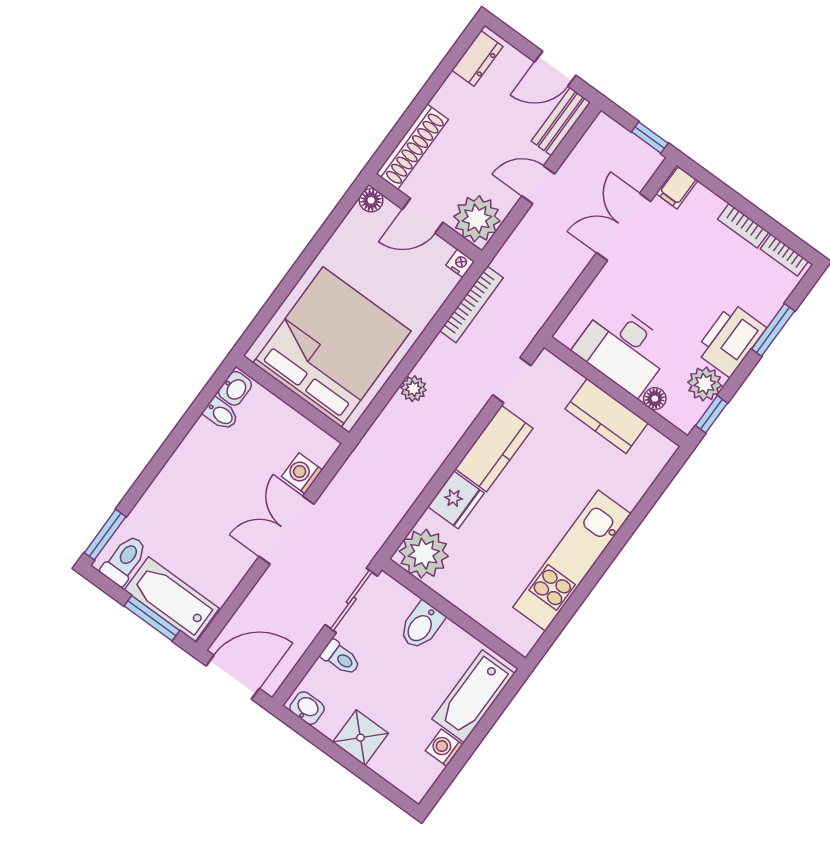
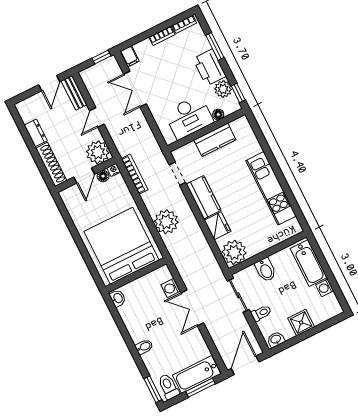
dresser: (477, 58) -> (36, 133), moved
floor lamp: (371, 200) -> (103, 176), moved
plant: (413, 389) -> (166, 222), width x1.88, depth x1.88
bidet: (221, 414) -> (144, 347), moved

